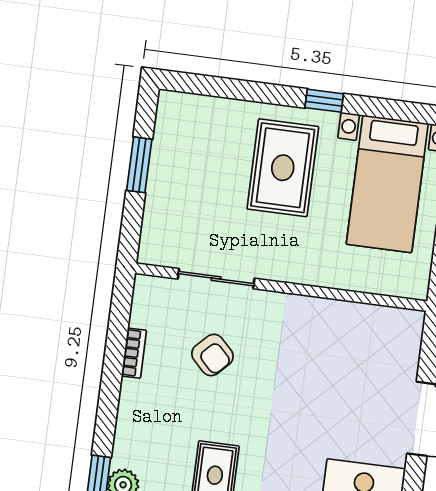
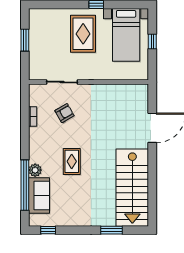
armchair: (212, 355) -> (64, 113), turned -75

